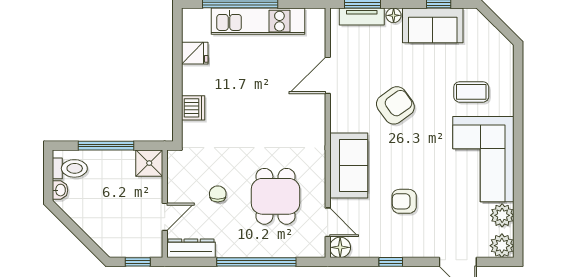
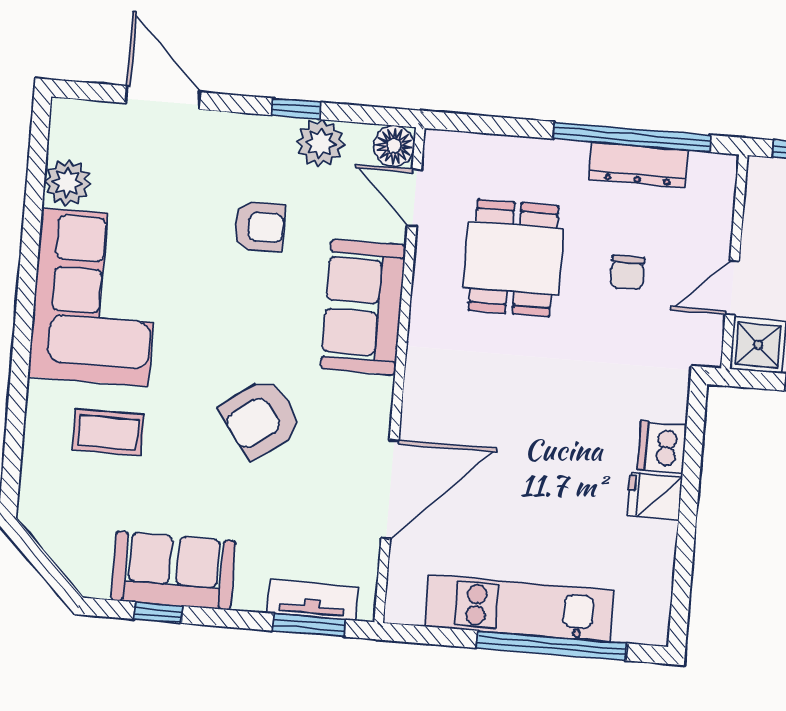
floor lamp: (394, 15) -> (249, 597), removed
fridge: (195, 53) -> (655, 496), moved
door: (328, 75) -> (390, 489), width x1.36
door: (165, 217) -> (732, 288), moved
plant: (502, 246) -> (320, 143), moved
dresser: (191, 248) -> (638, 165), moved
window: (256, 262) -> (632, 137), moved

